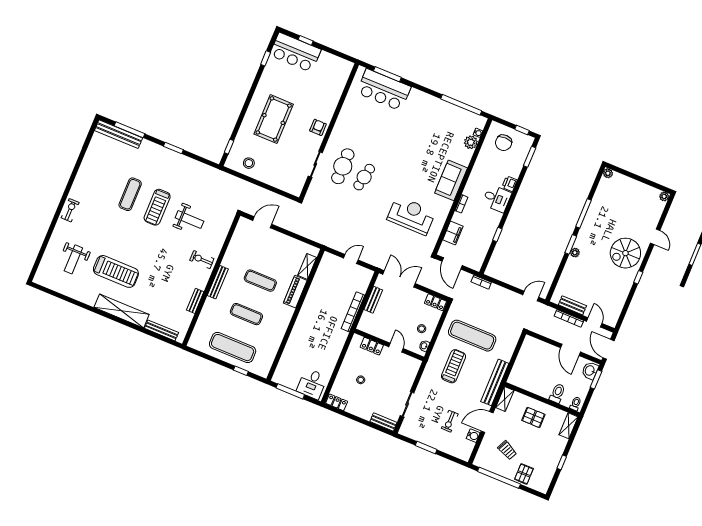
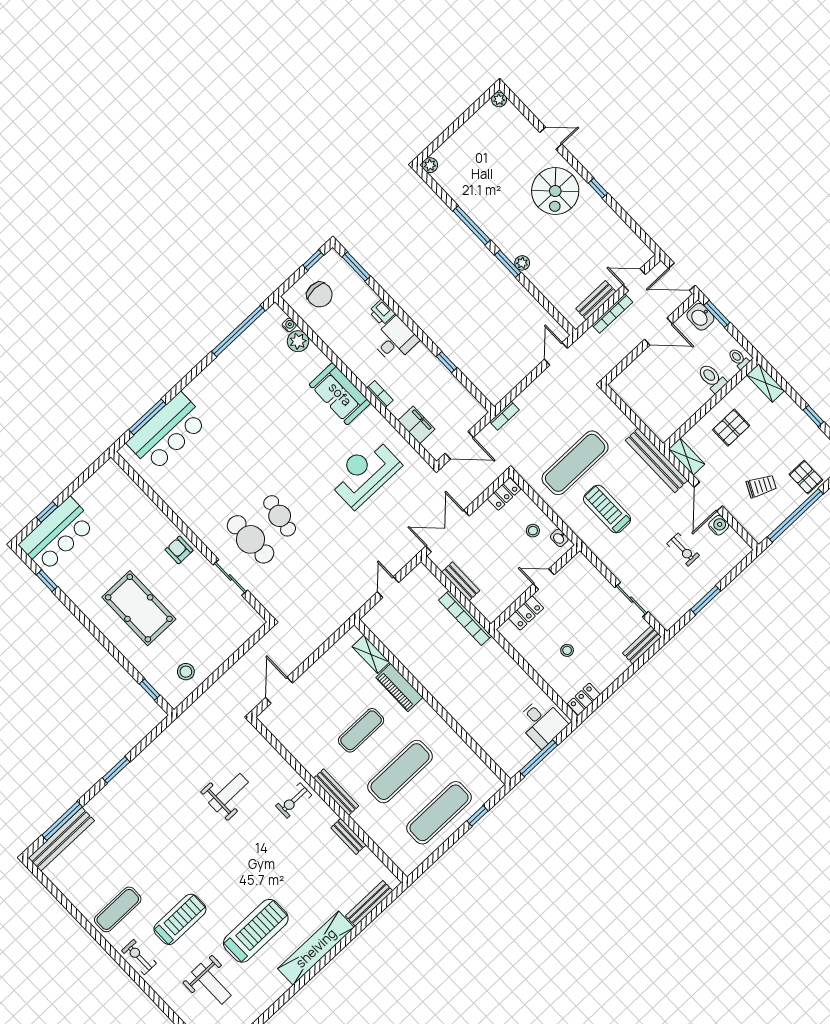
exercise mat: (130, 194) -> (118, 909), moved, turned 90
treadmill: (157, 207) -> (180, 919), moved, turned -90
exercise mat: (246, 314) -> (400, 772), width x1.36, depth x1.45

